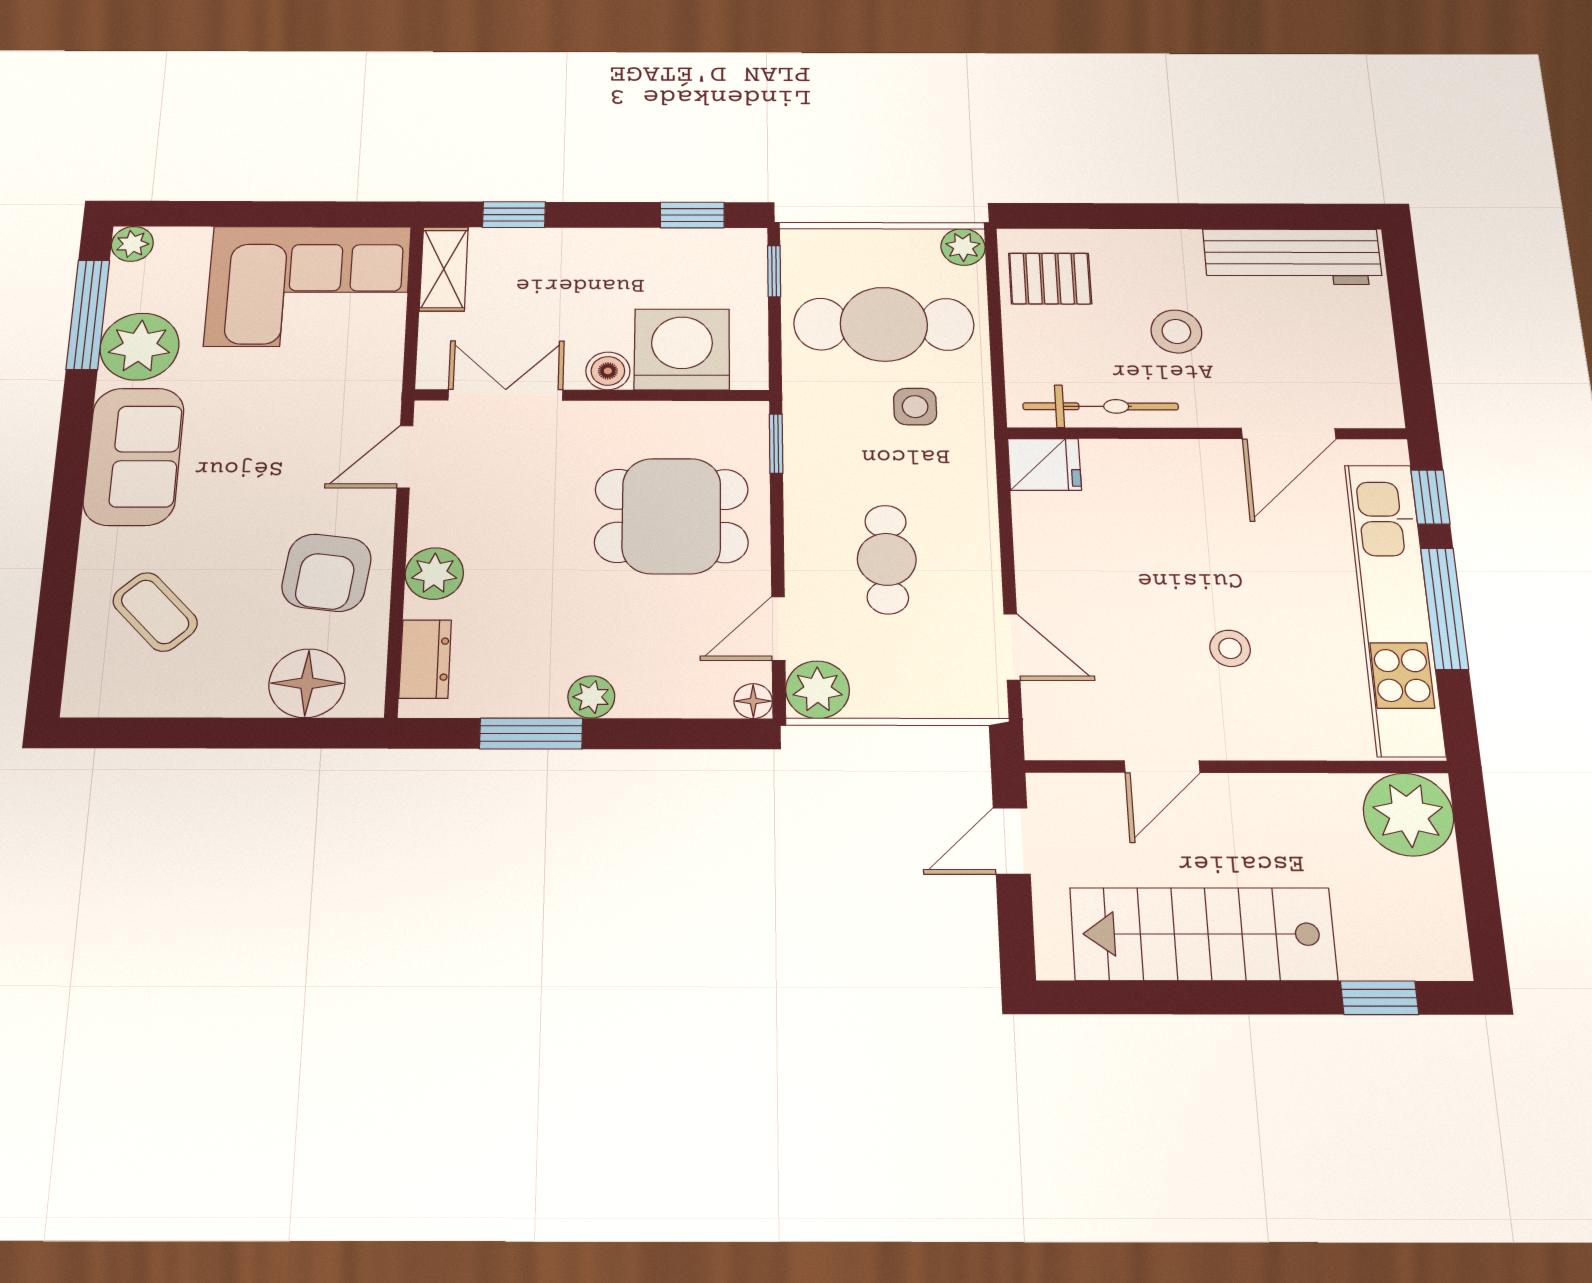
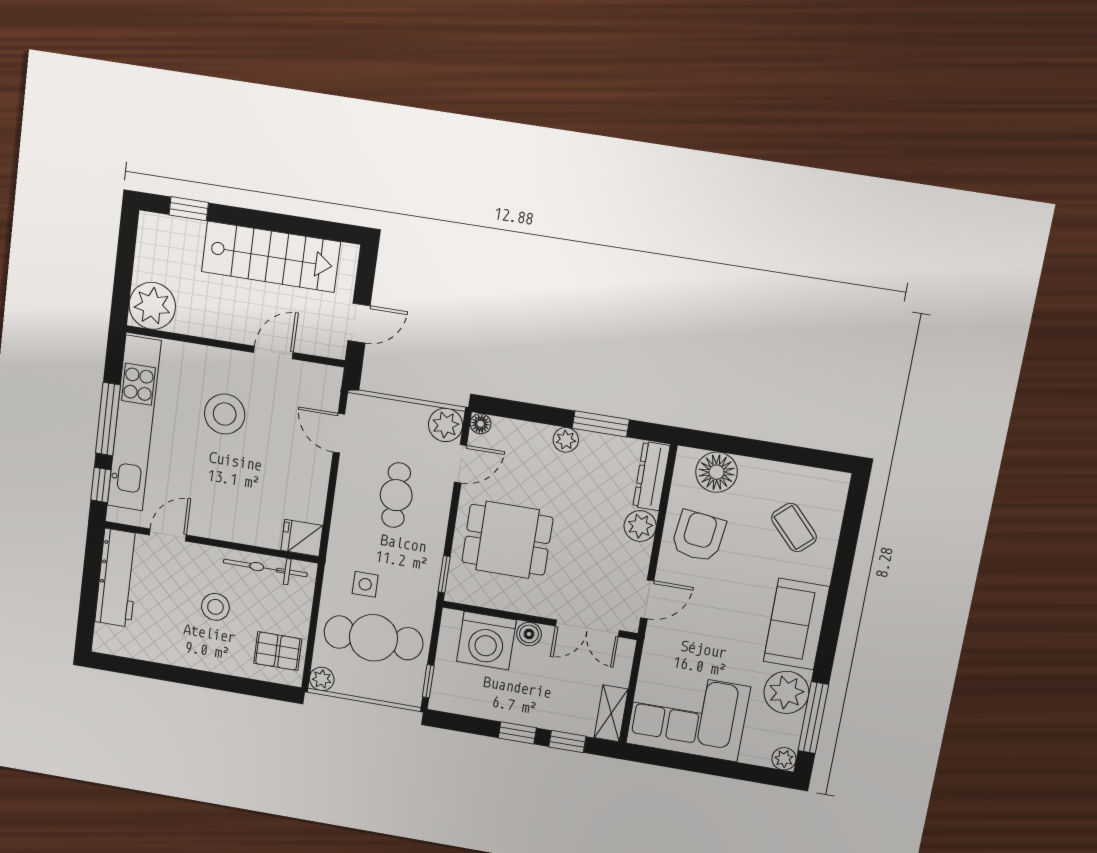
window: (692, 215) -> (517, 733), moved
workbench: (1292, 257) -> (118, 578), moved, turned 90
door: (1289, 434) -> (168, 535), width x0.73
stool: (1230, 648) -> (225, 414), width x1.89, depth x1.89
dresser: (425, 659) -> (651, 476), width x1.44

